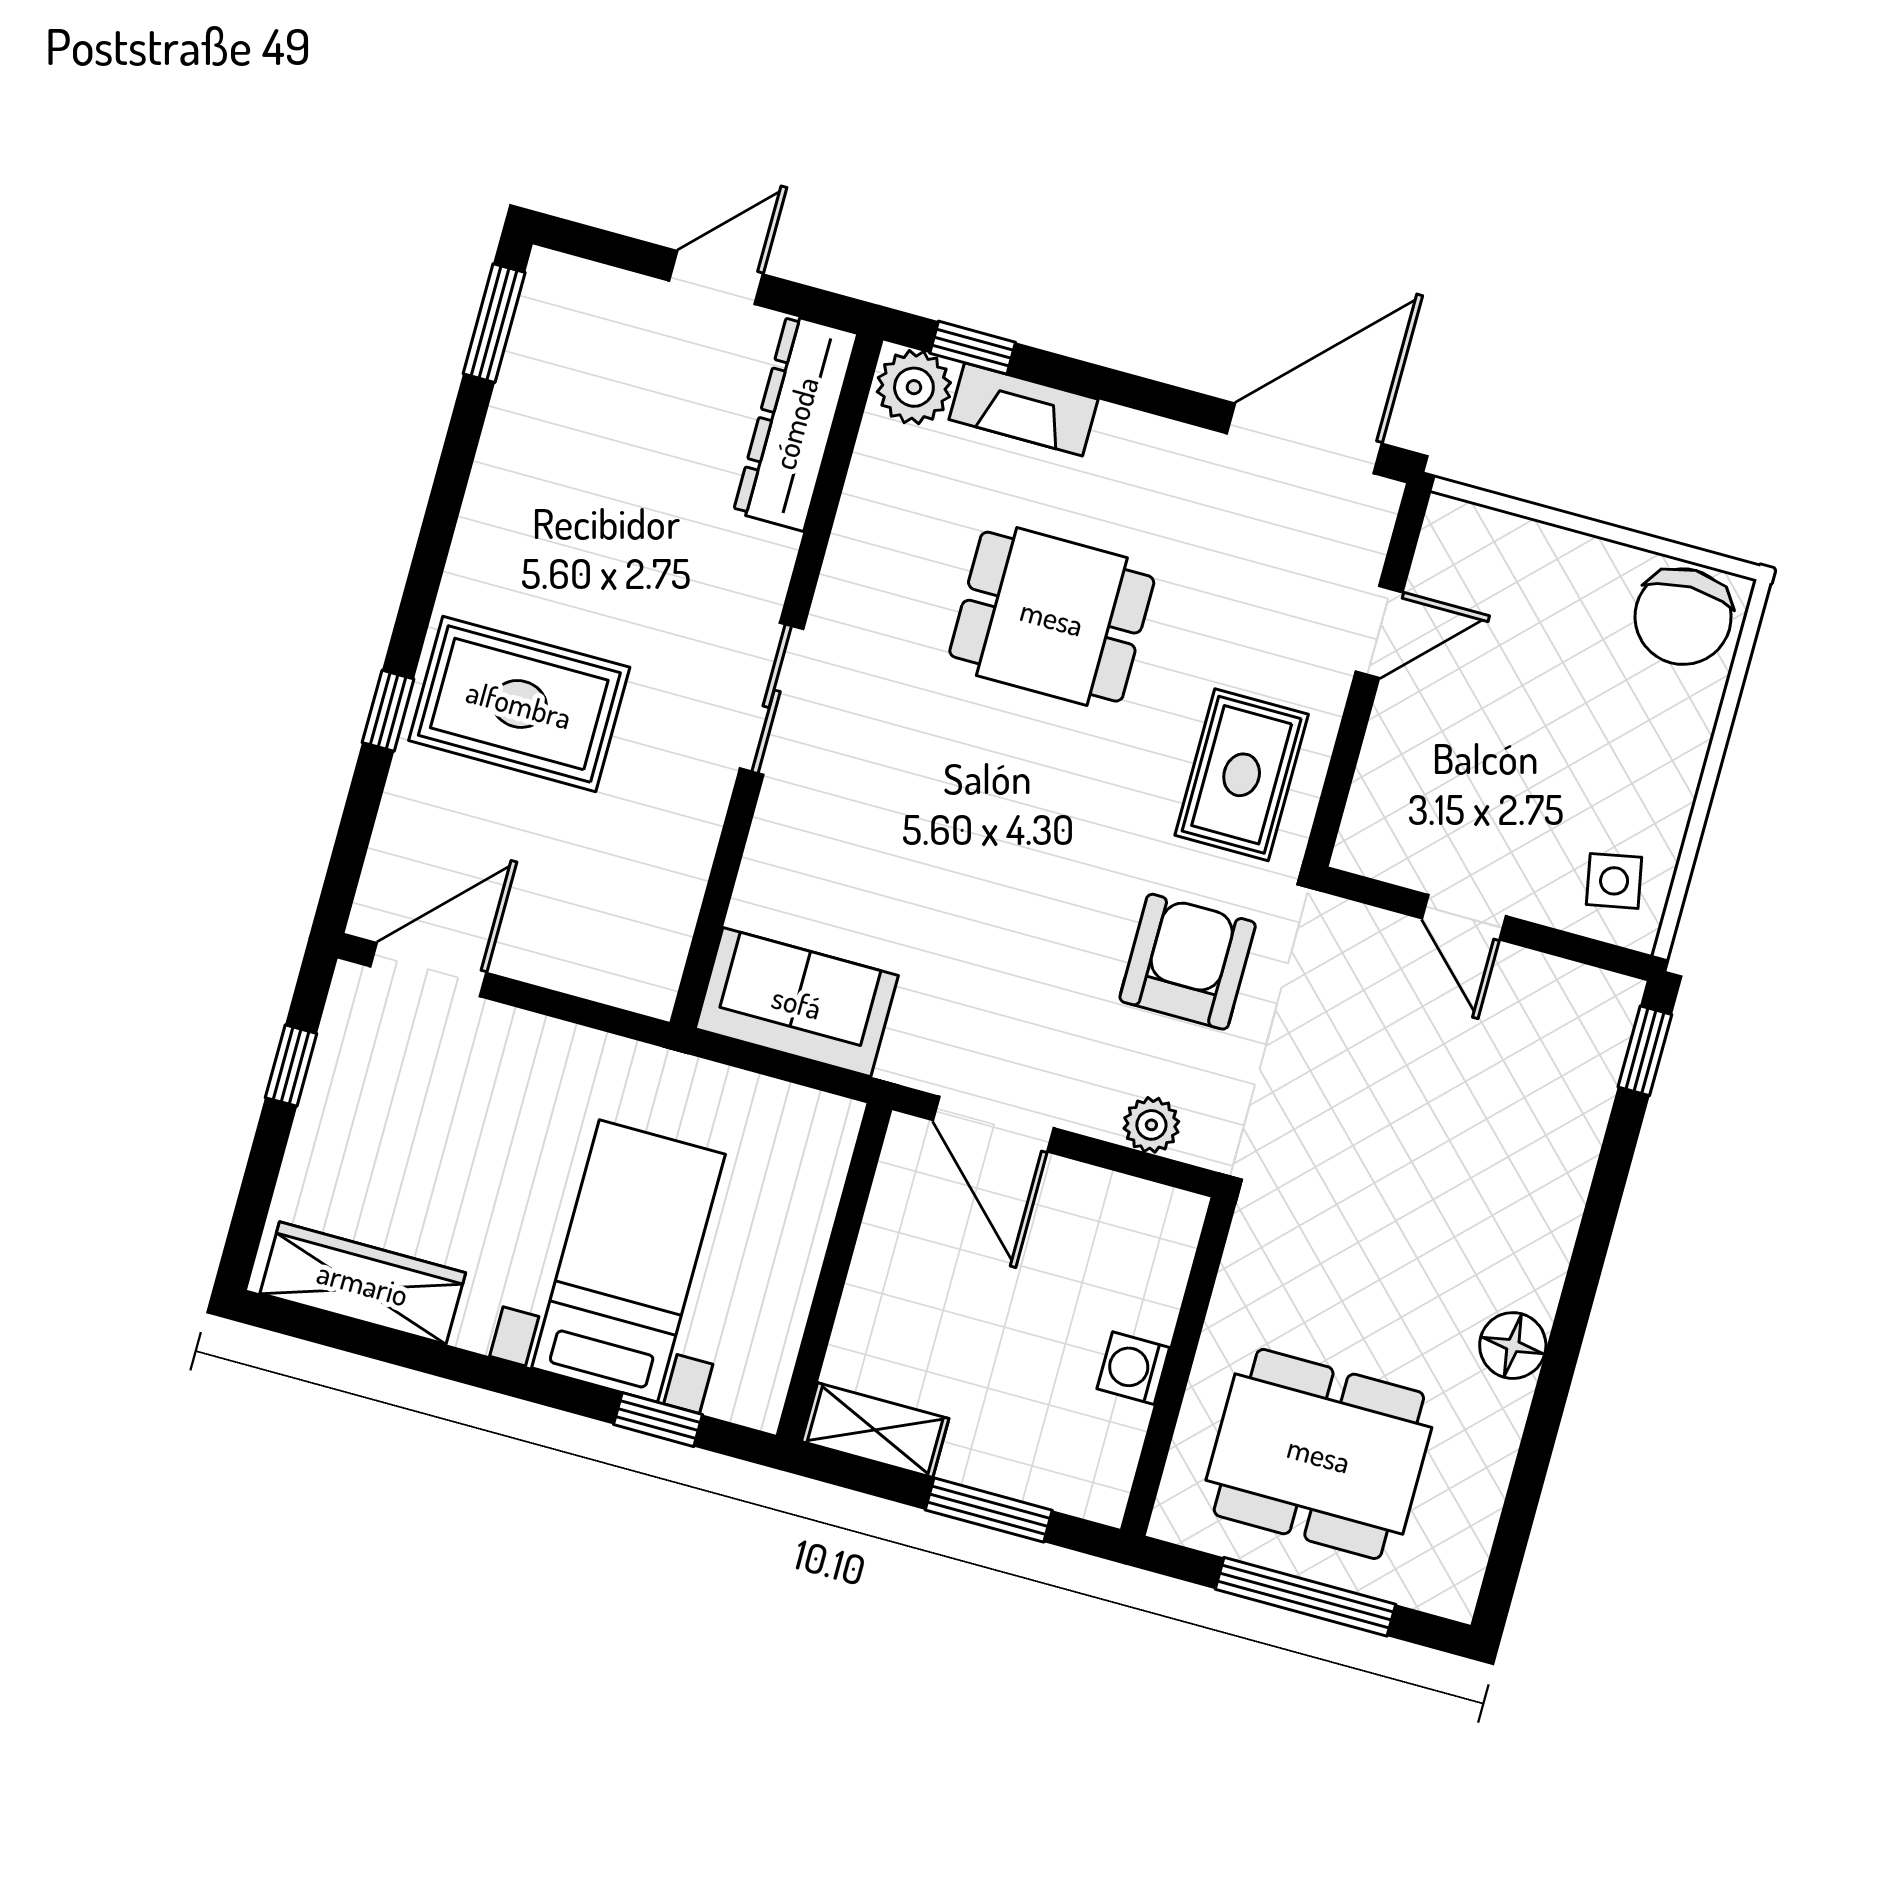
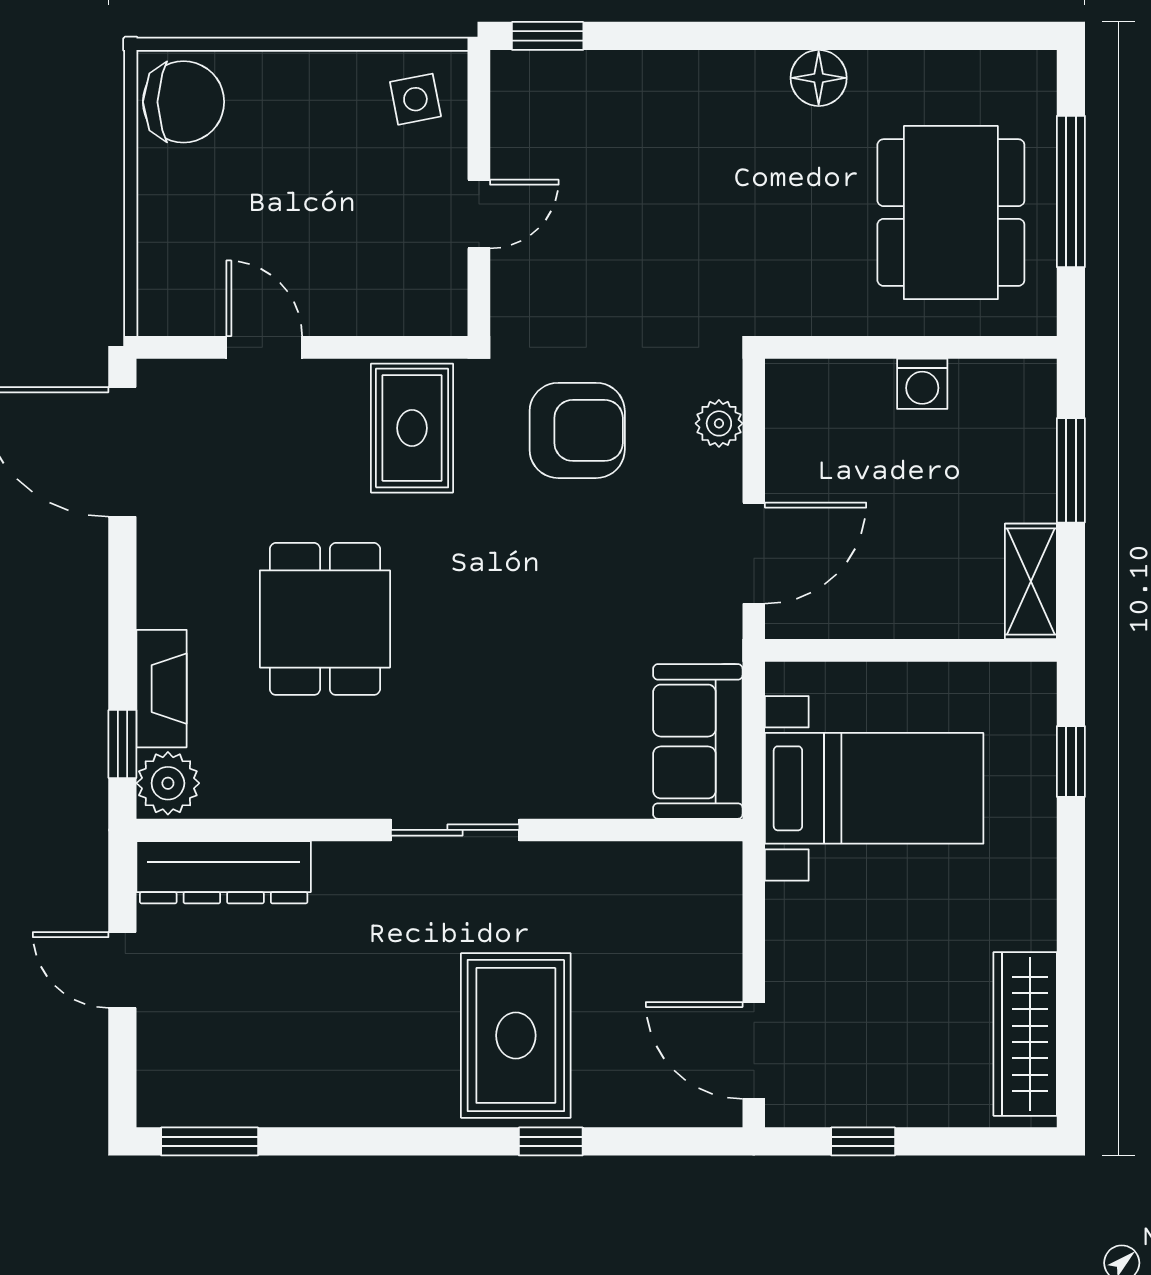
rug: (1242, 775) -> (412, 428), turned 90
armchair: (1188, 962) -> (577, 430), turned 180
bed with nightstands: (628, 1261) -> (874, 788), moved, turned 180

